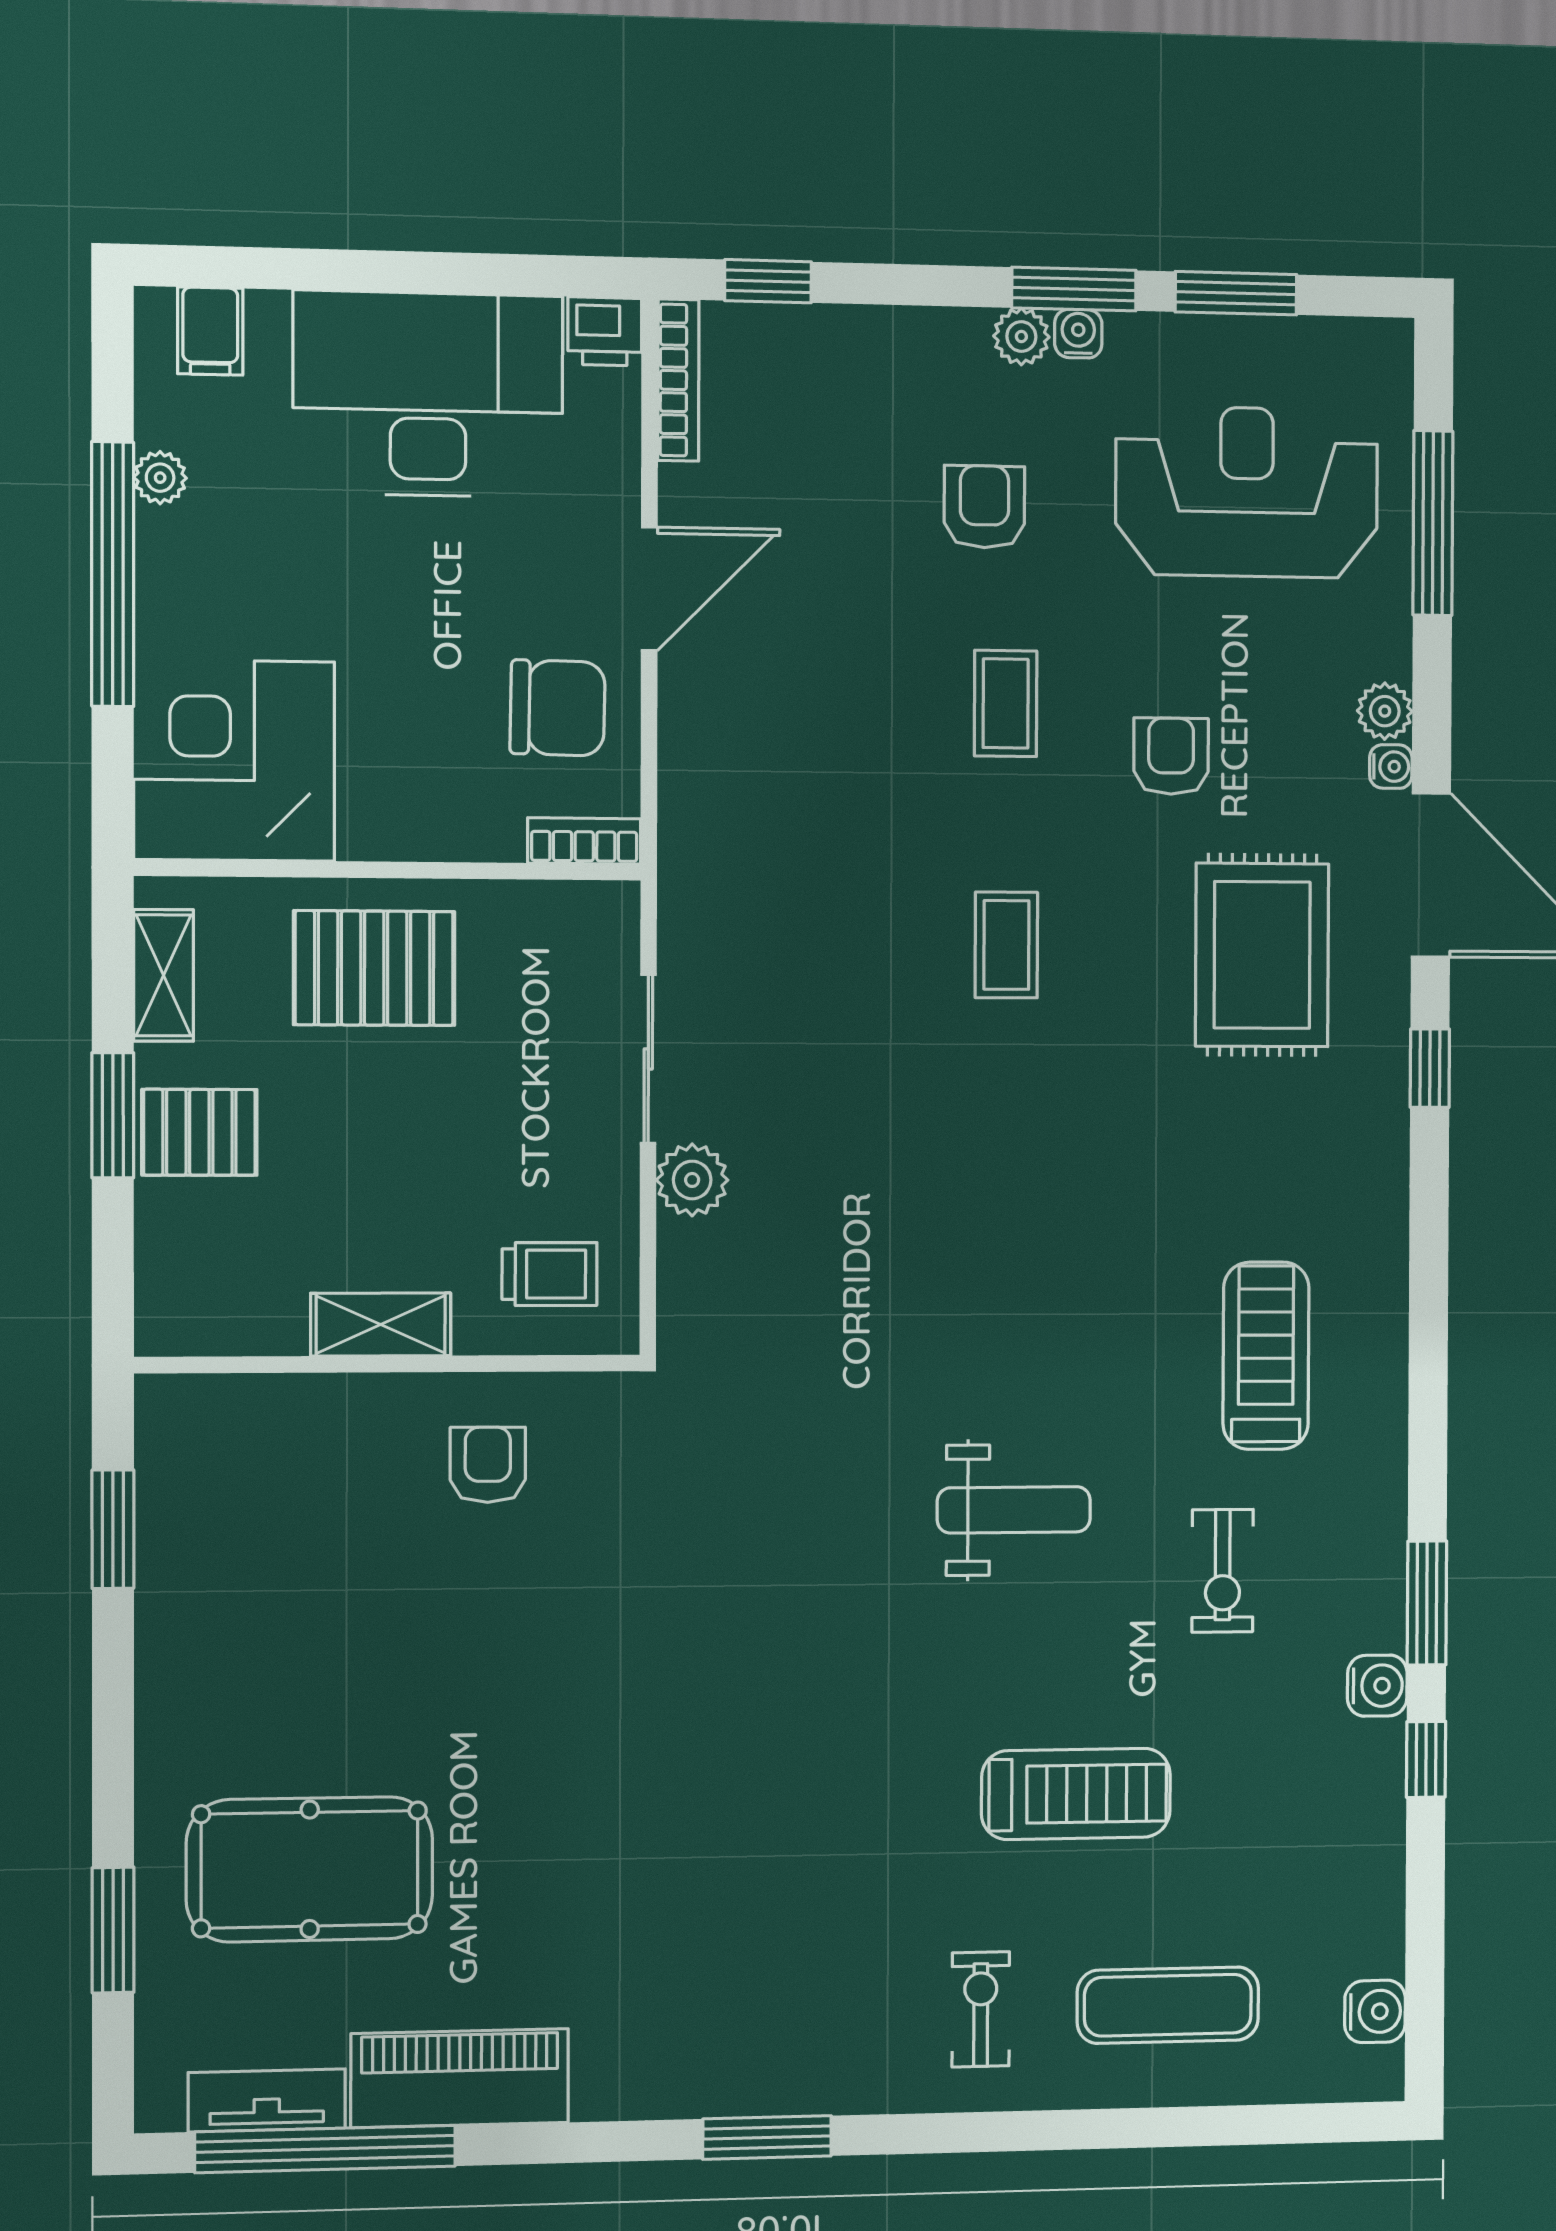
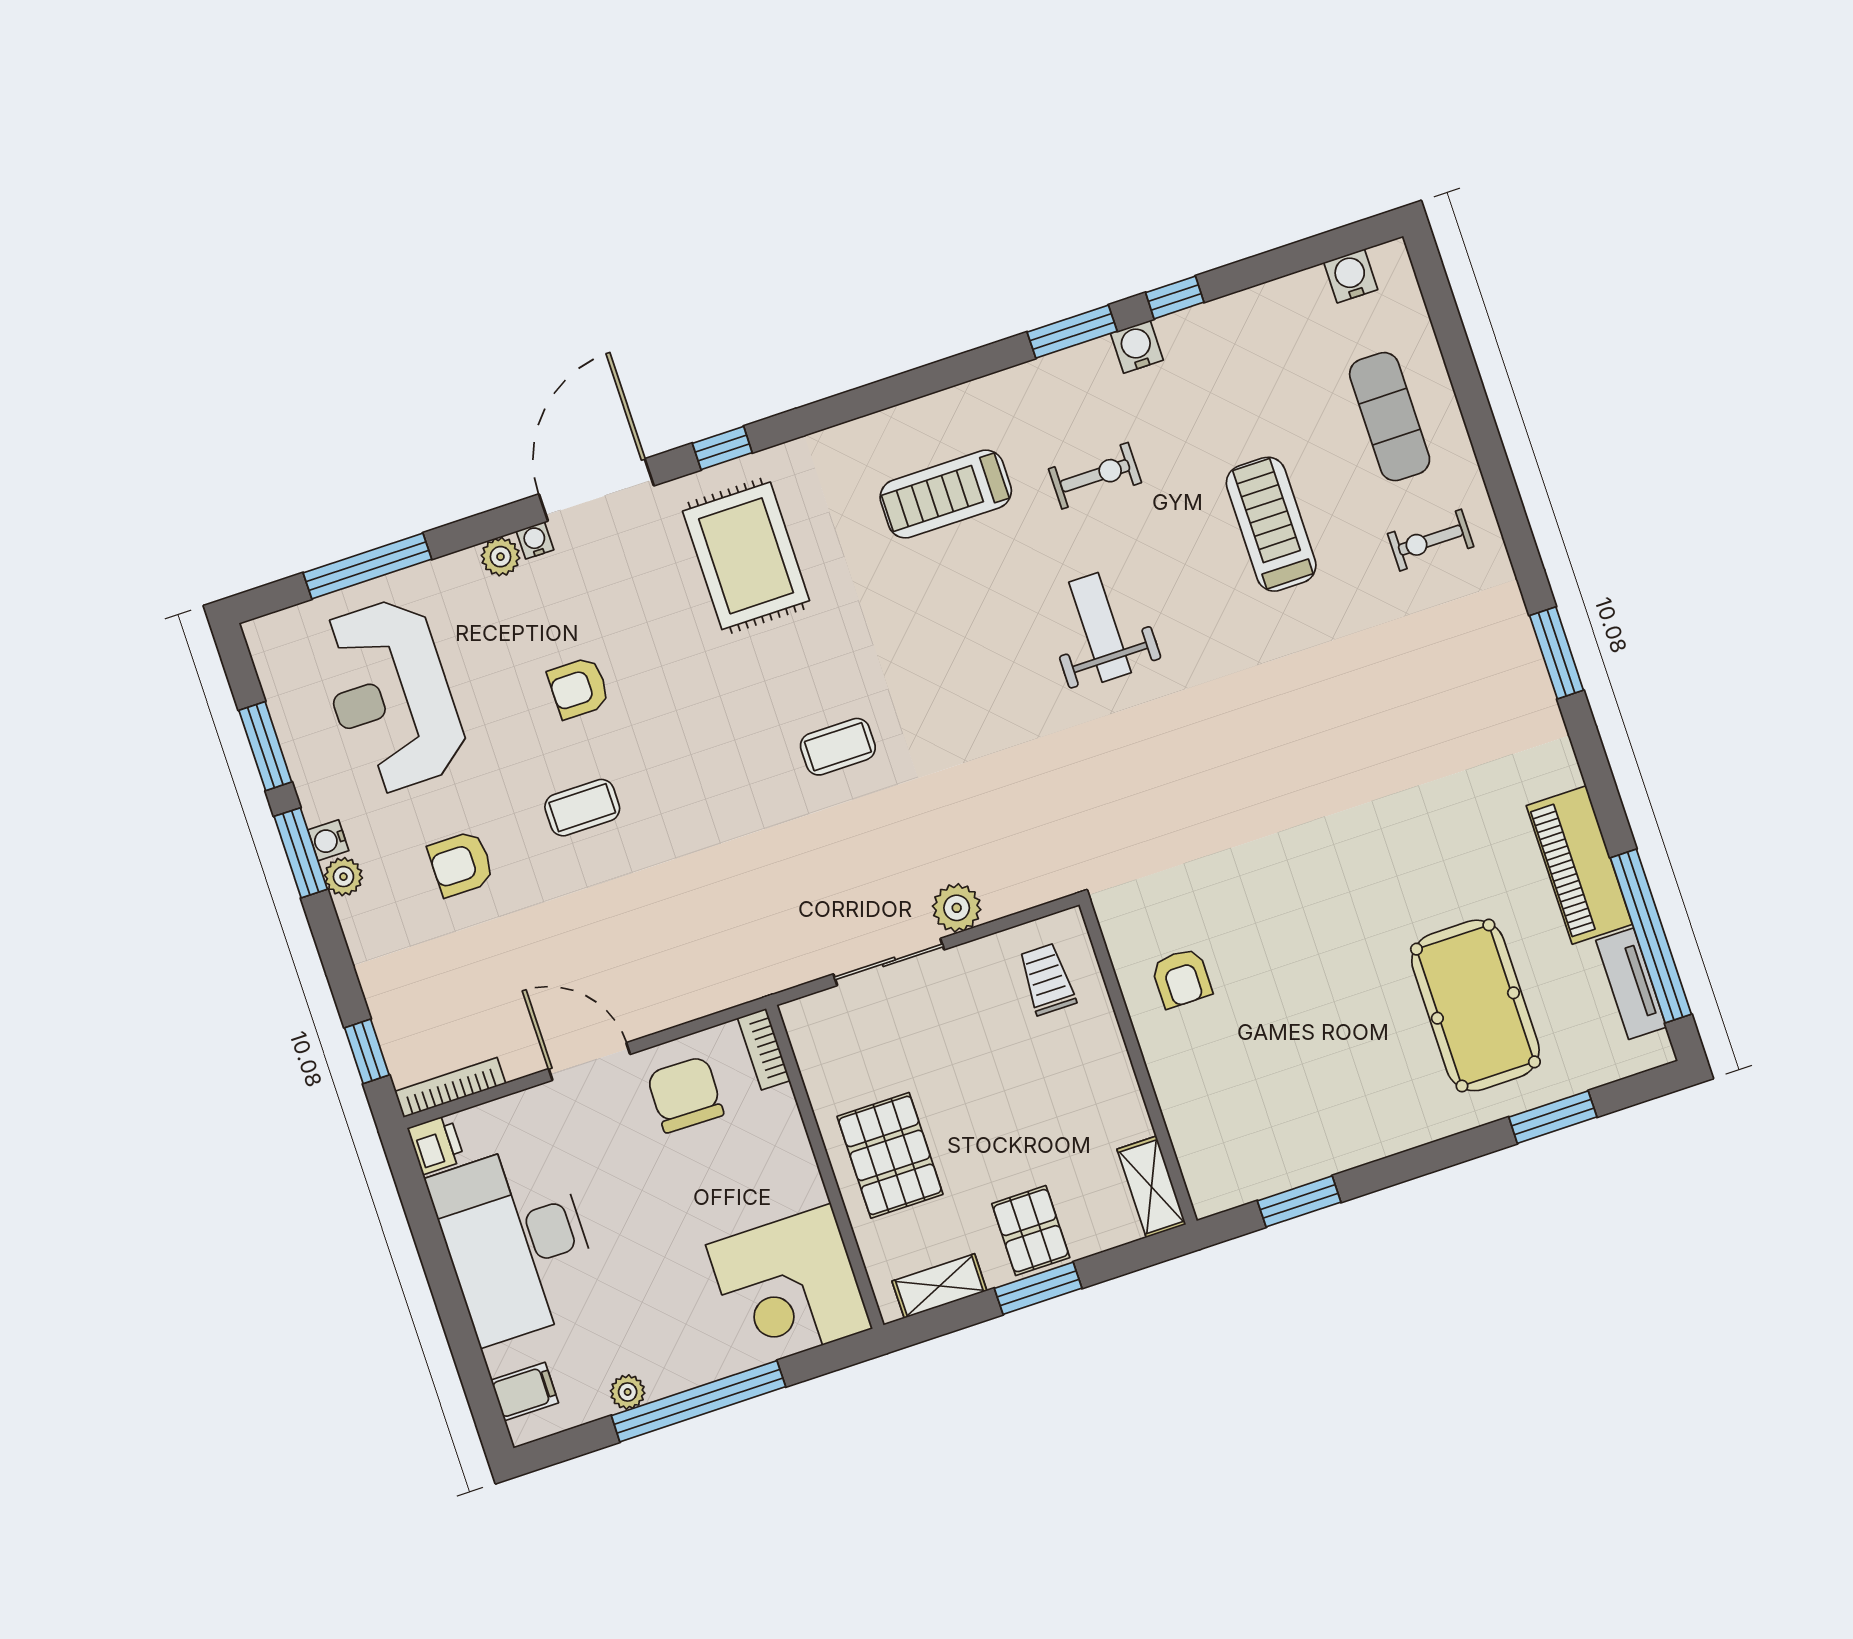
coffee table: (1006, 945) -> (838, 747), moved
rug: (1262, 955) -> (746, 556), moved, turned 90
shelving: (381, 1324) -> (1151, 1187), moved
armchair: (488, 1465) -> (1182, 978), turned -90

